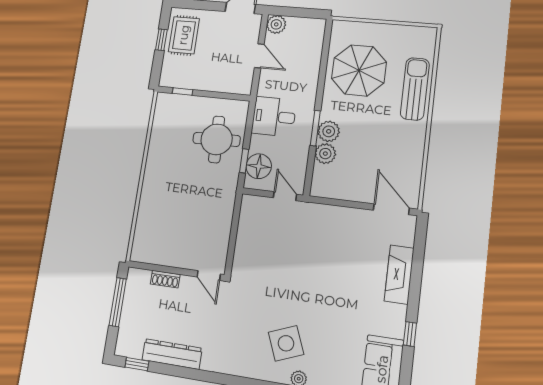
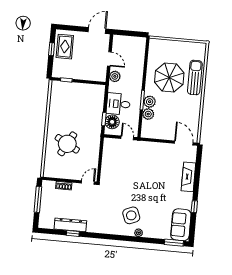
plant: (276, 24) -> (115, 76), moved
parasol: (359, 70) -> (169, 77), moved
desk: (274, 117) -> (118, 104), moved
round table: (217, 139) -> (67, 144), moved, turned 31
door: (209, 276) -> (88, 182), swing flipped
window: (137, 364) -> (73, 233), moved

